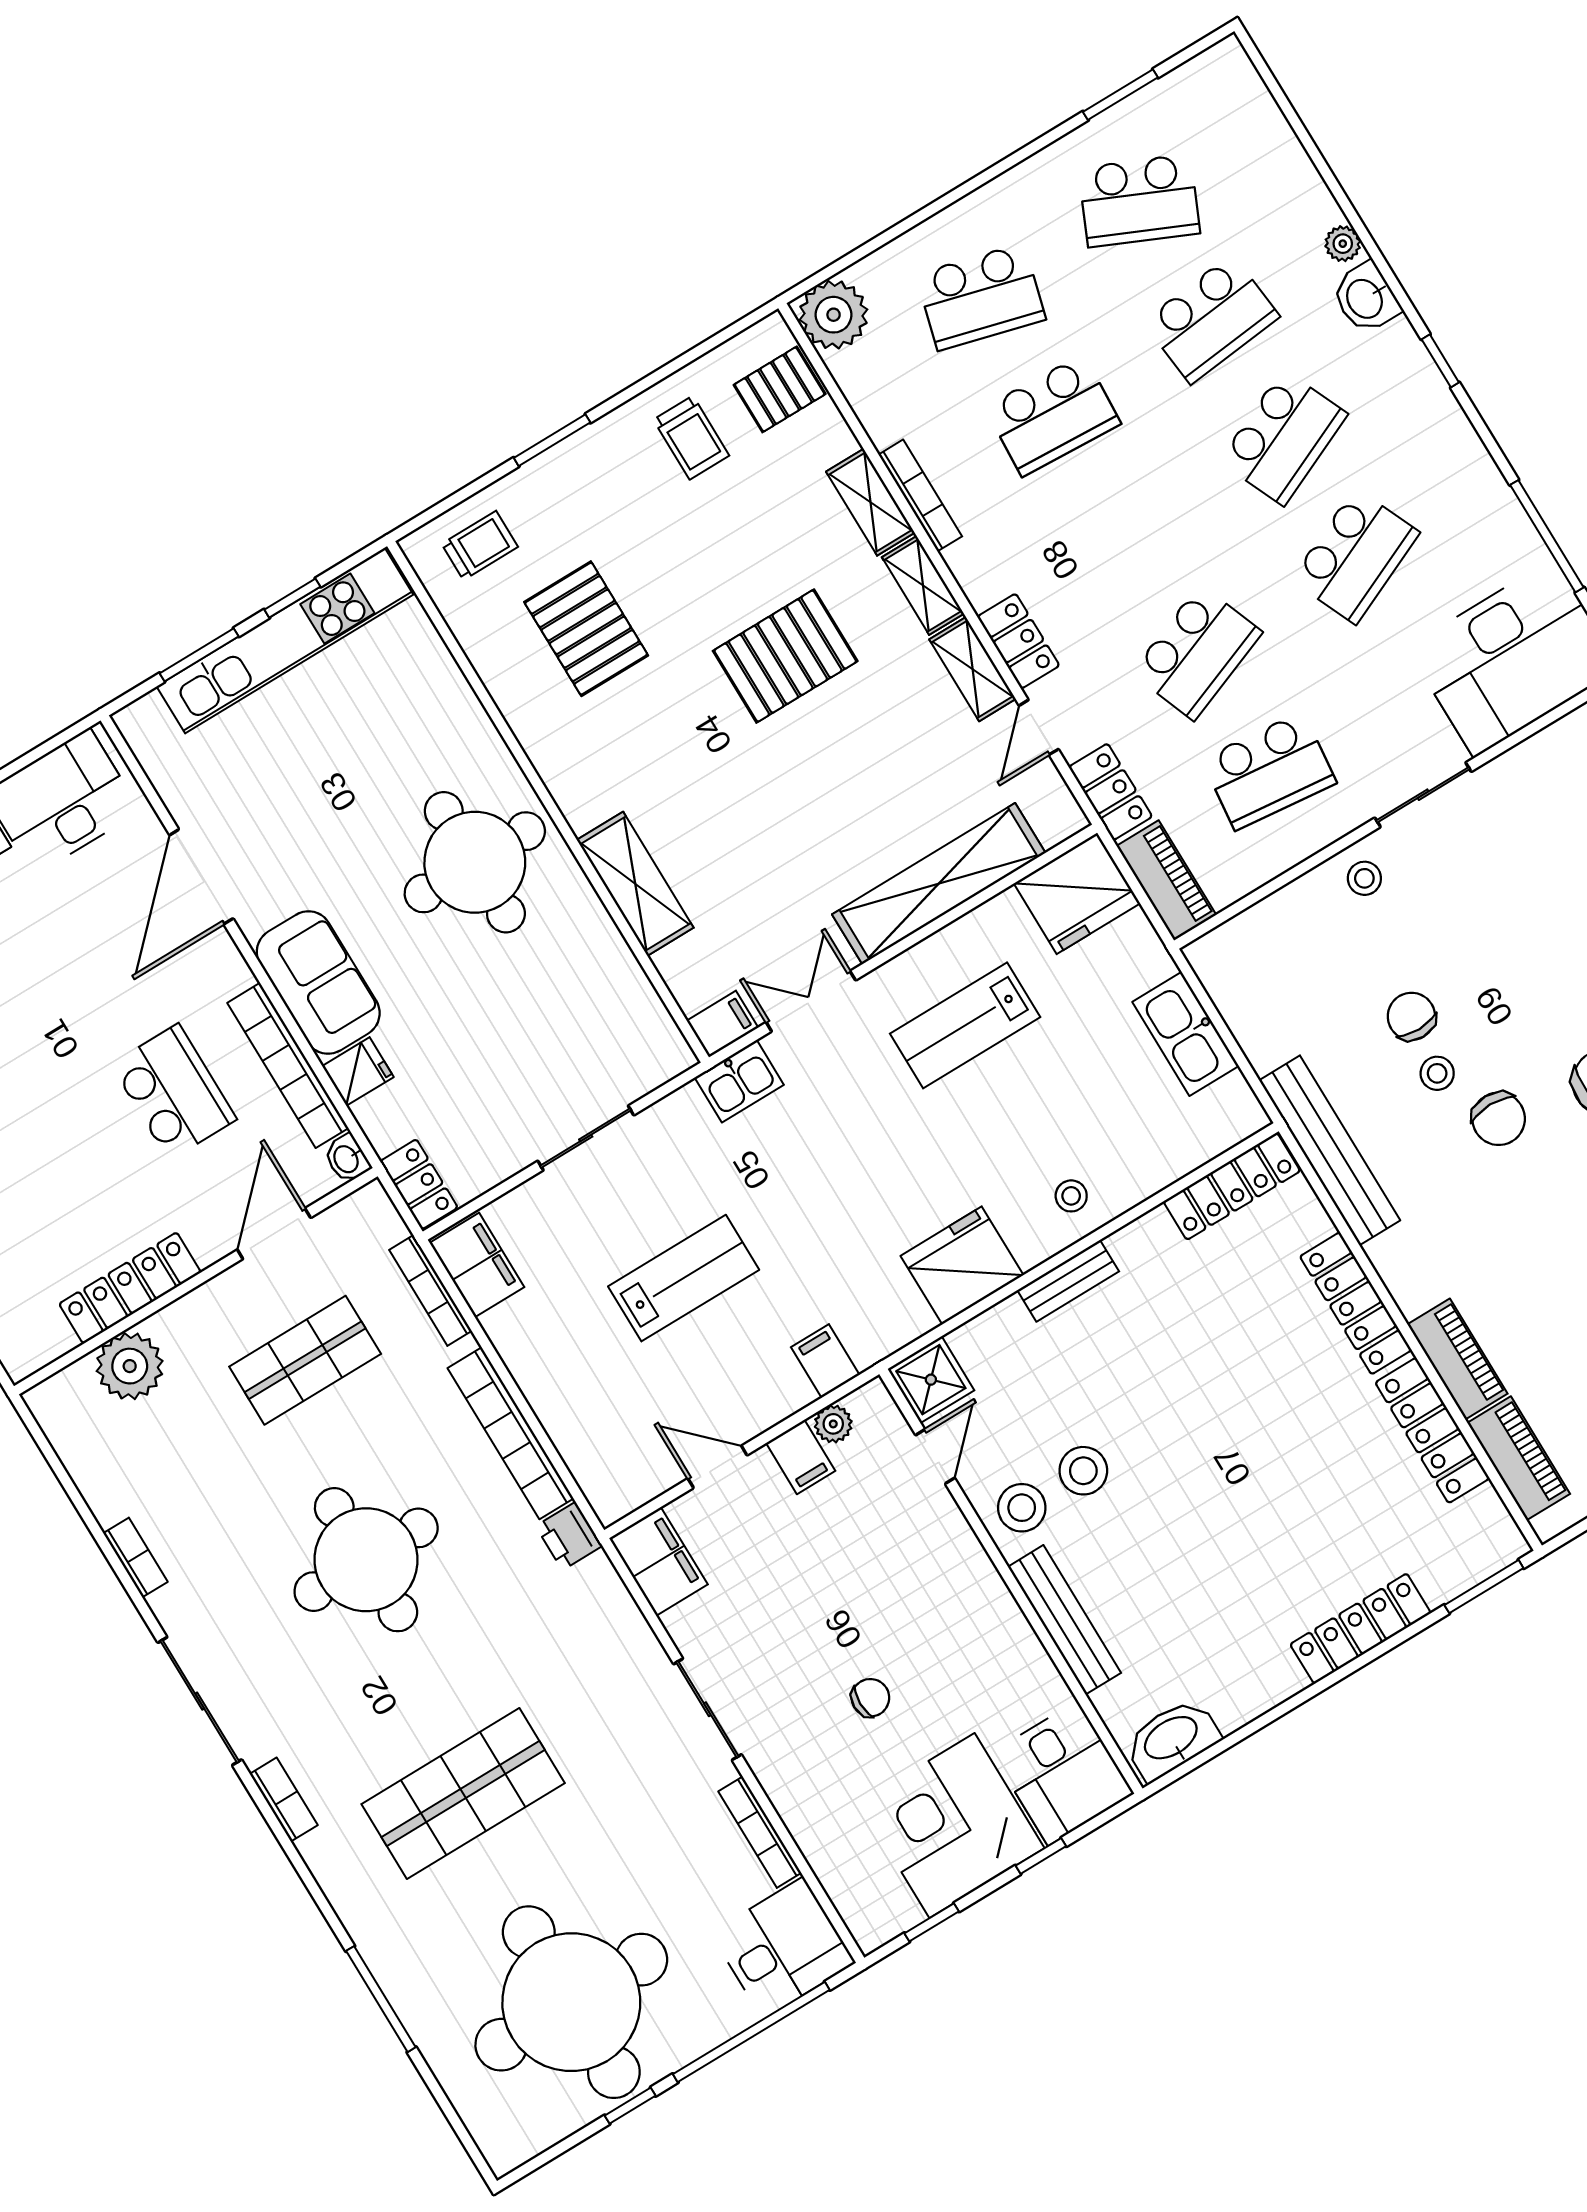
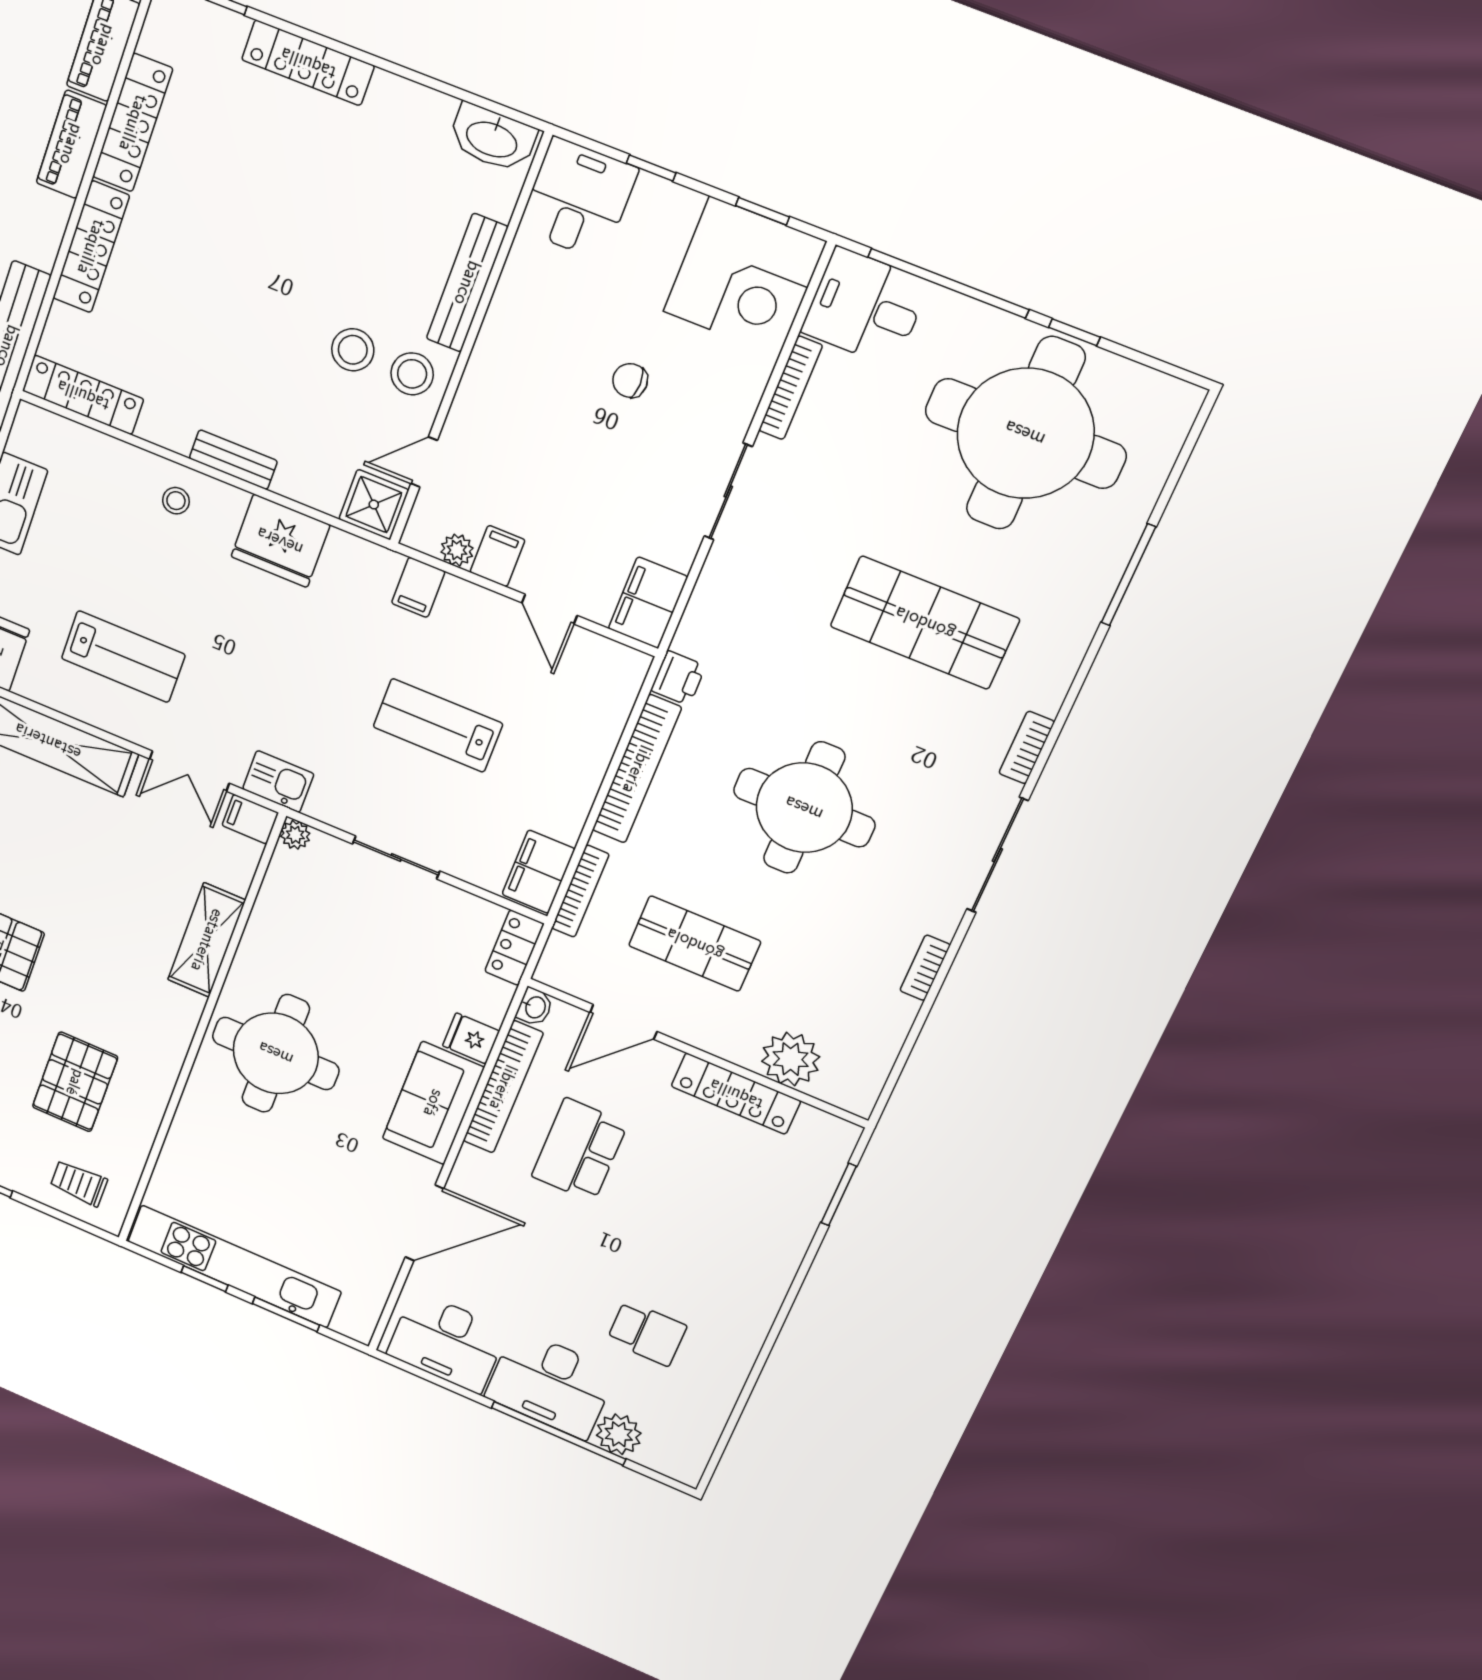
plant: (676, 1056) -> (295, 835), added
corner desk: (952, 1826) -> (745, 277), moved

